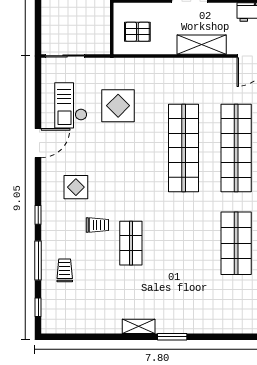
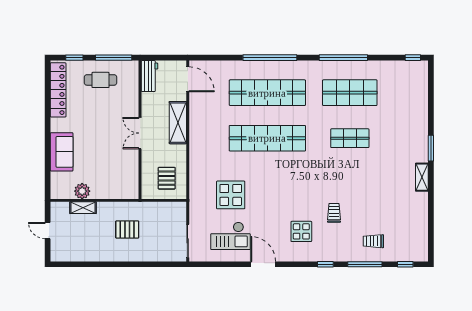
shop shelf: (131, 243) -> (350, 138), moved

